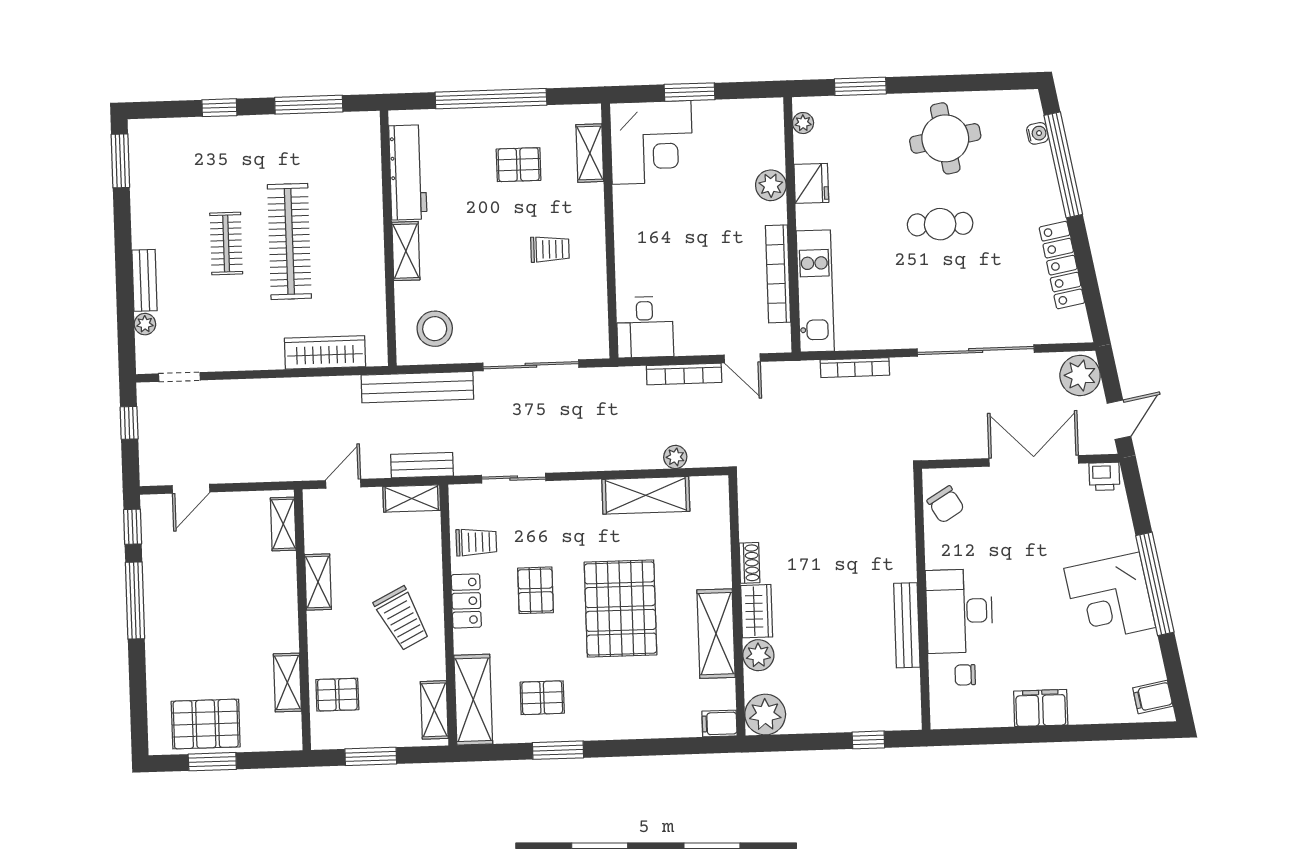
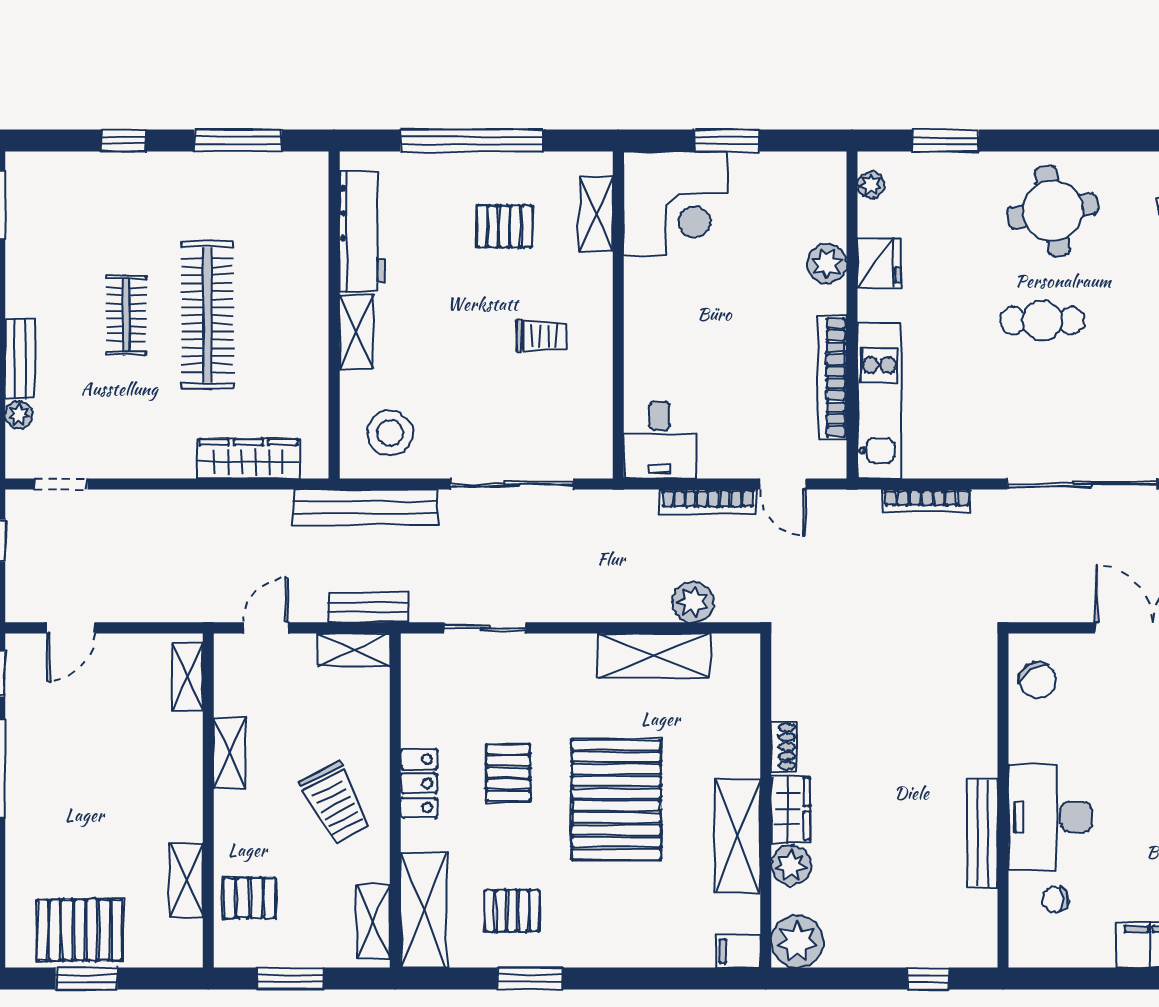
plant: (675, 457) -> (693, 602), width x1.38, depth x1.38
trolley: (476, 542) -> (434, 708), removed

